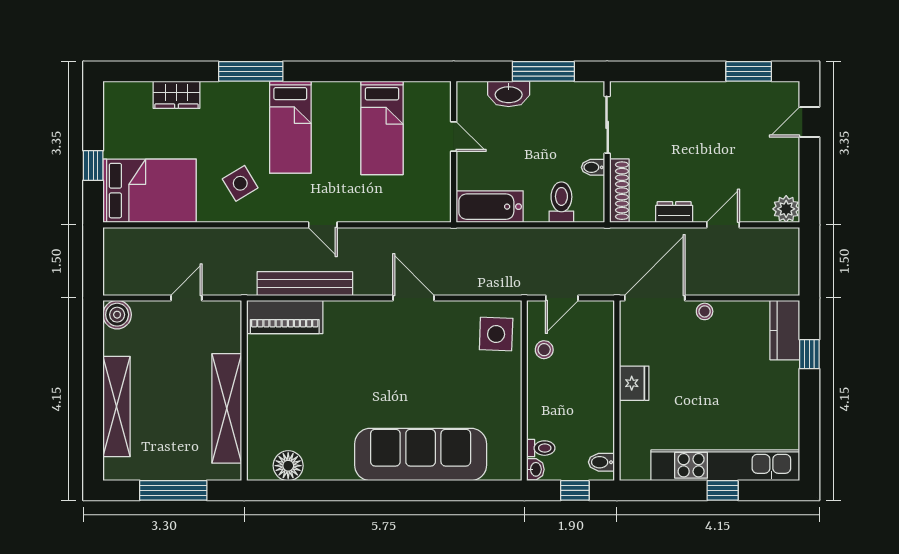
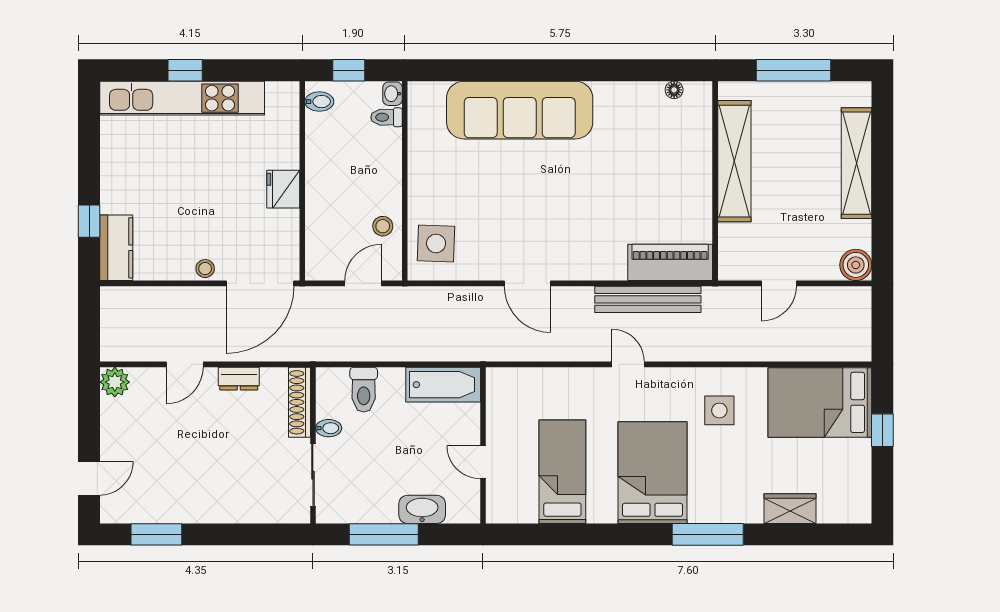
bed: (290, 127) -> (652, 473), width x1.50
side table: (240, 183) -> (719, 410), turned 31
floor lamp: (288, 466) -> (674, 90), width x0.53, depth x0.53

